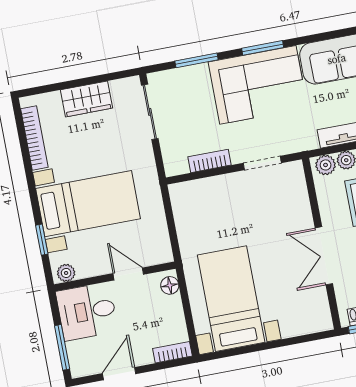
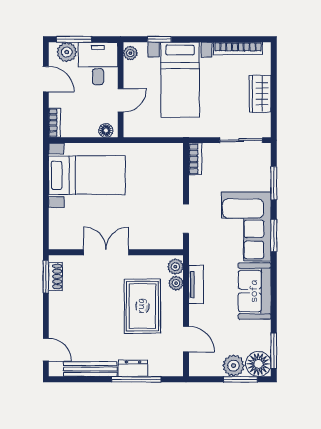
bookcase: (210, 161) -> (195, 159), moved
plant: (80, 354) -> (67, 52), added

